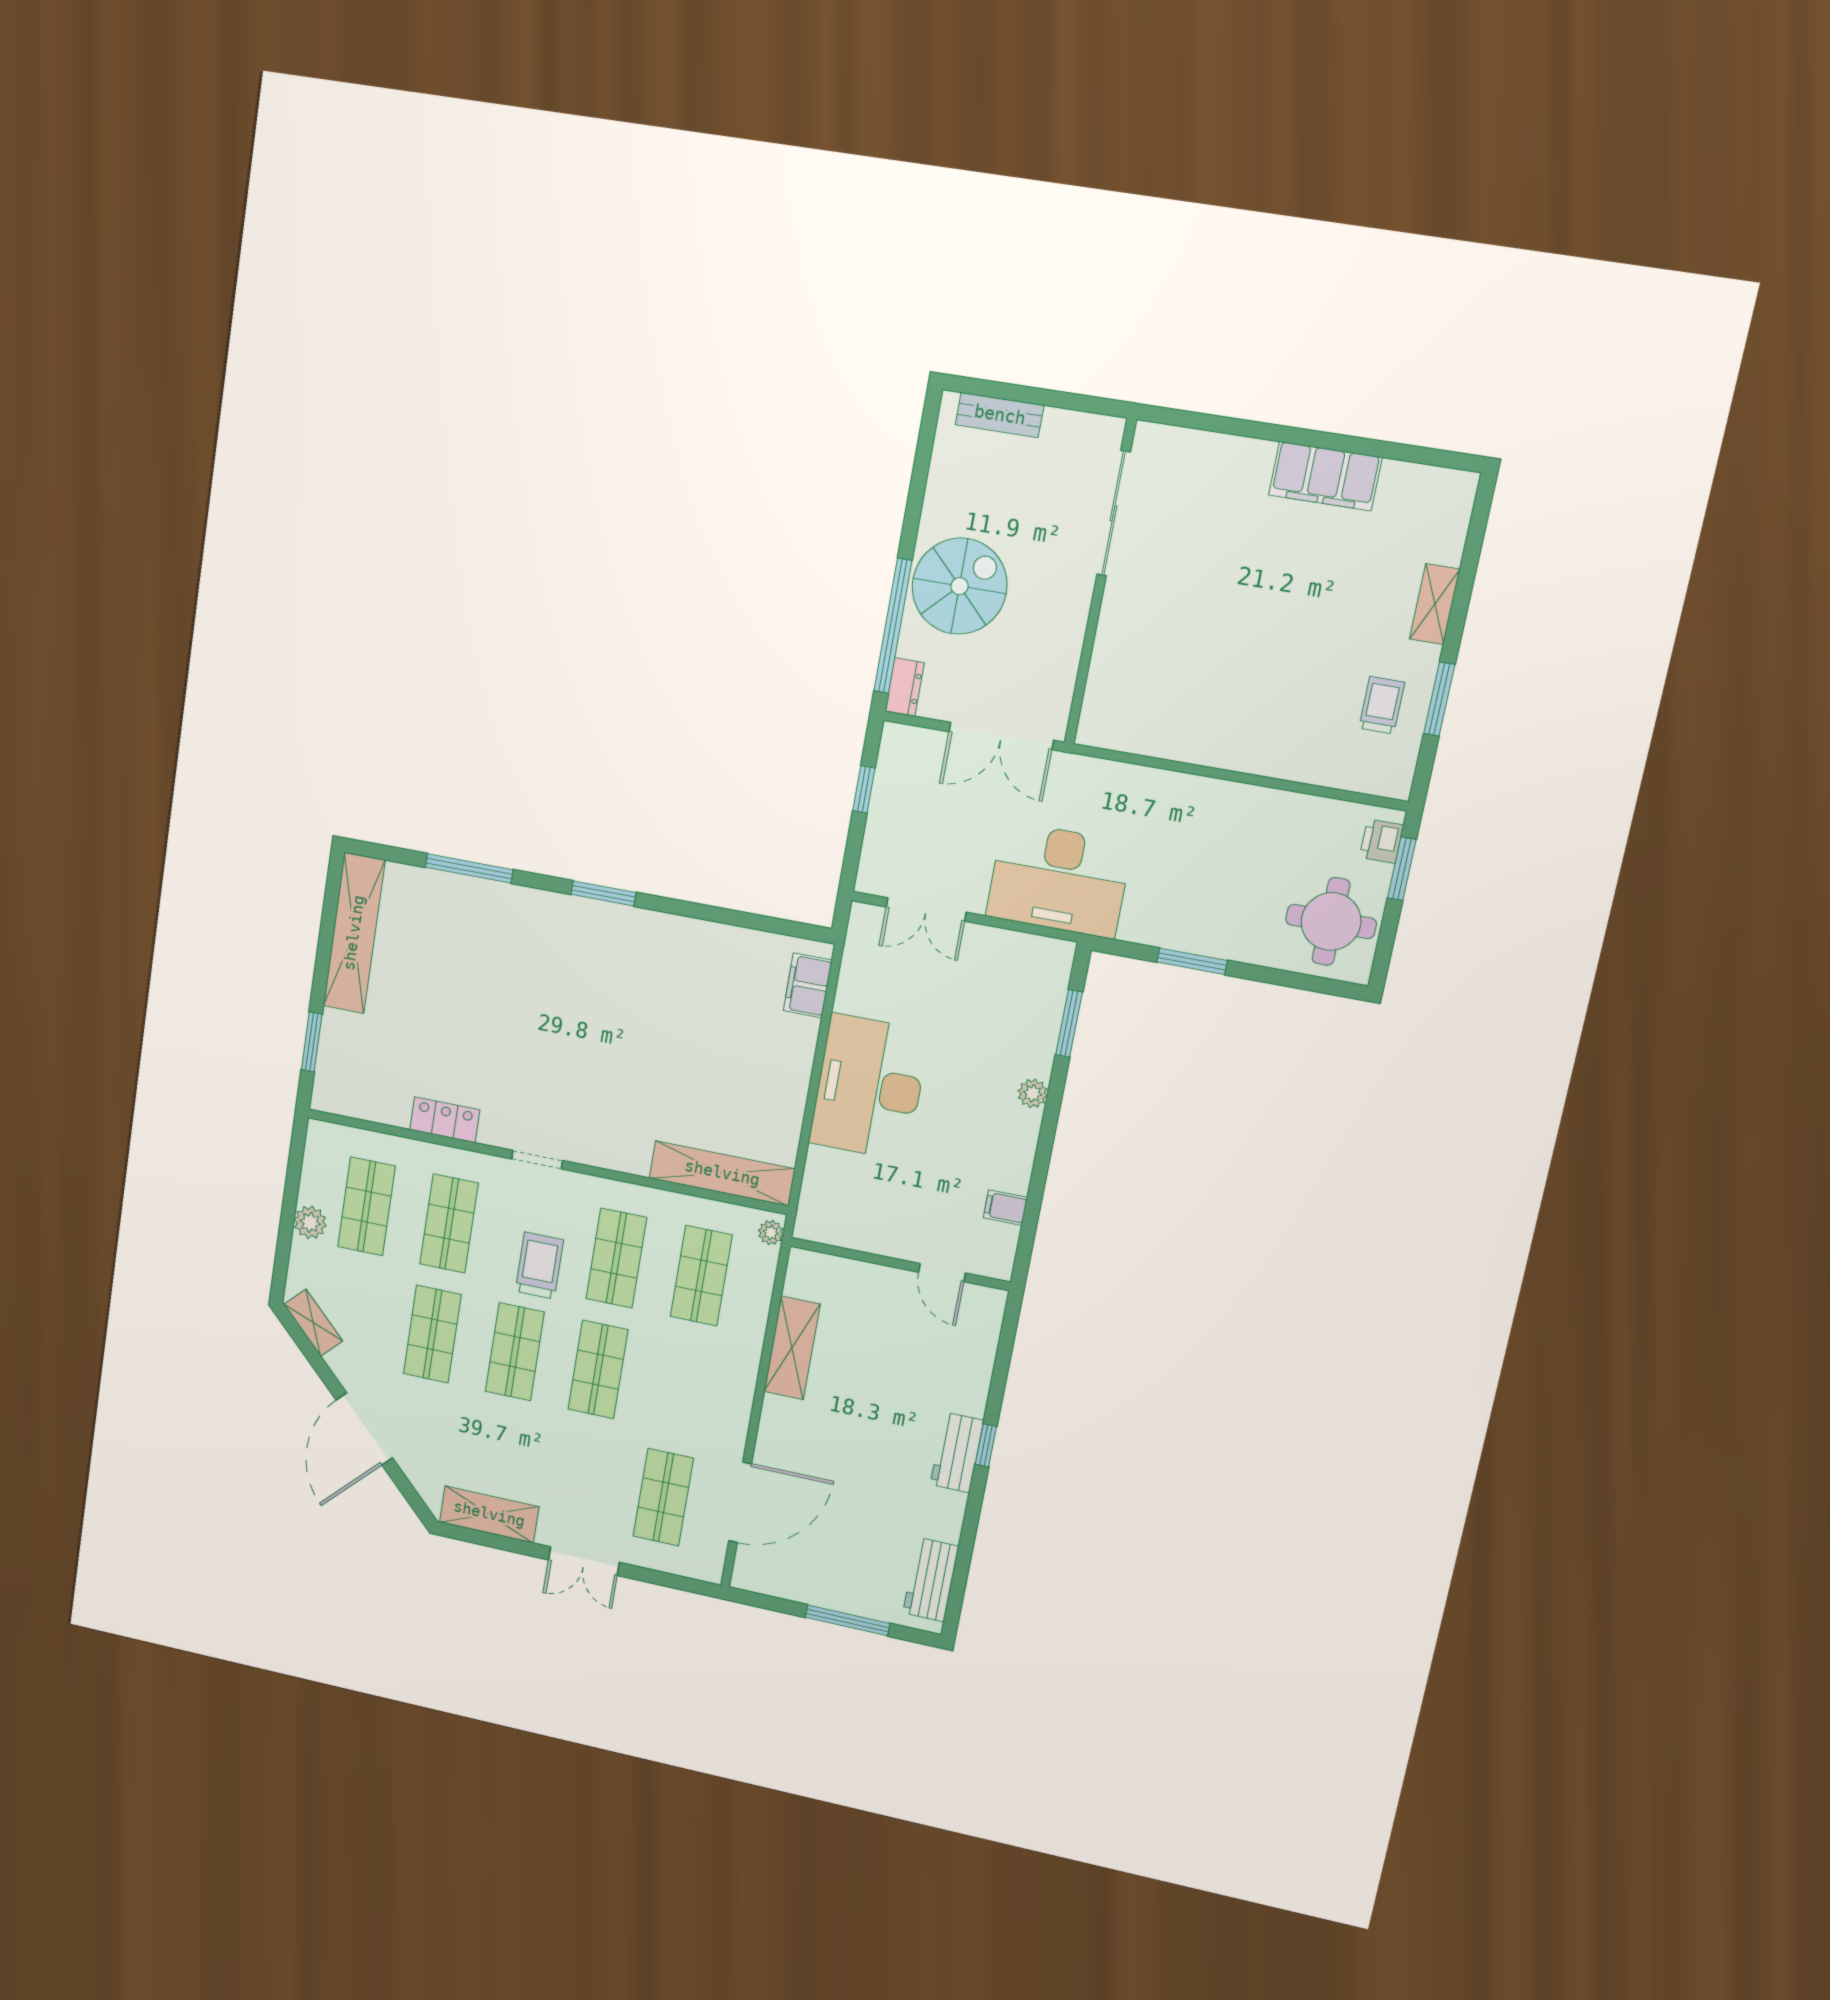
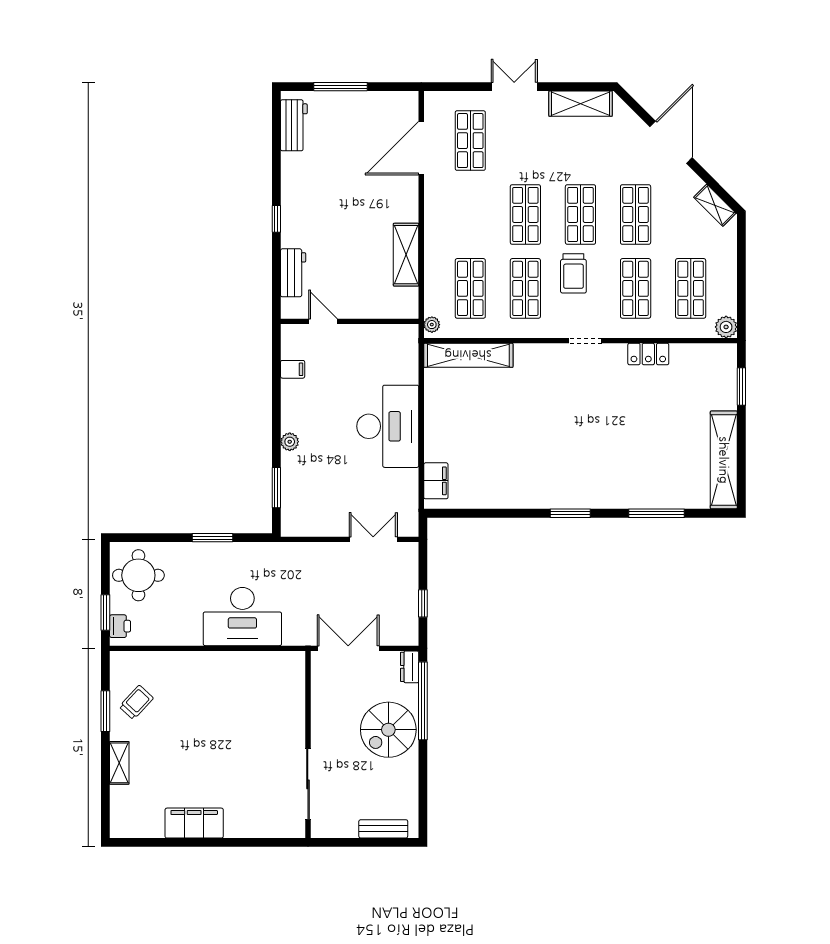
trolley: (1382, 705) -> (136, 702), turned -137
desk: (1059, 880) -> (242, 617), moved, turned 180
plant: (310, 1222) -> (726, 327), moved
workbench: (957, 1452) -> (293, 273), moved

